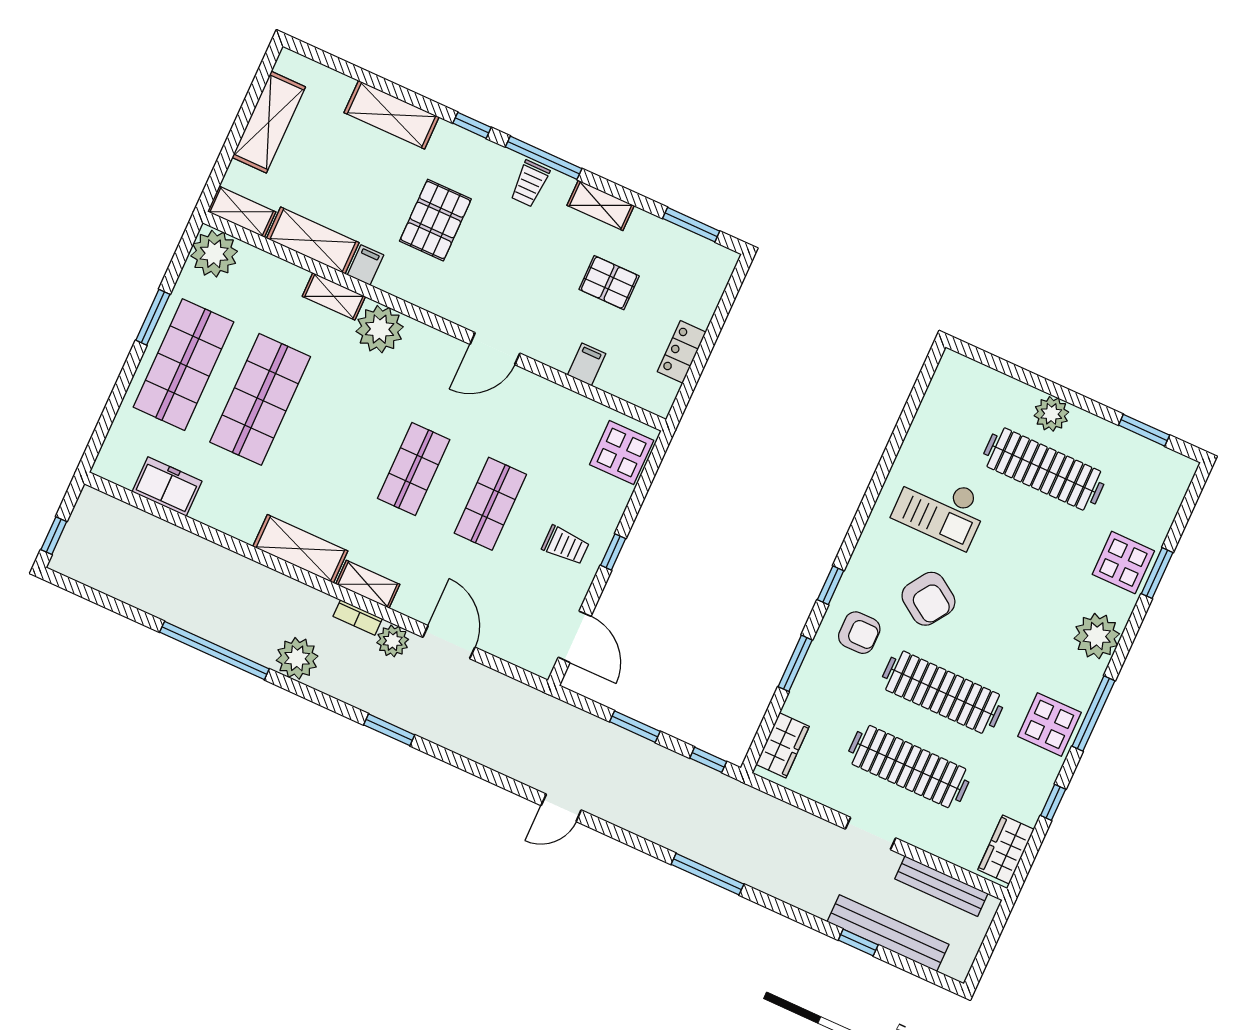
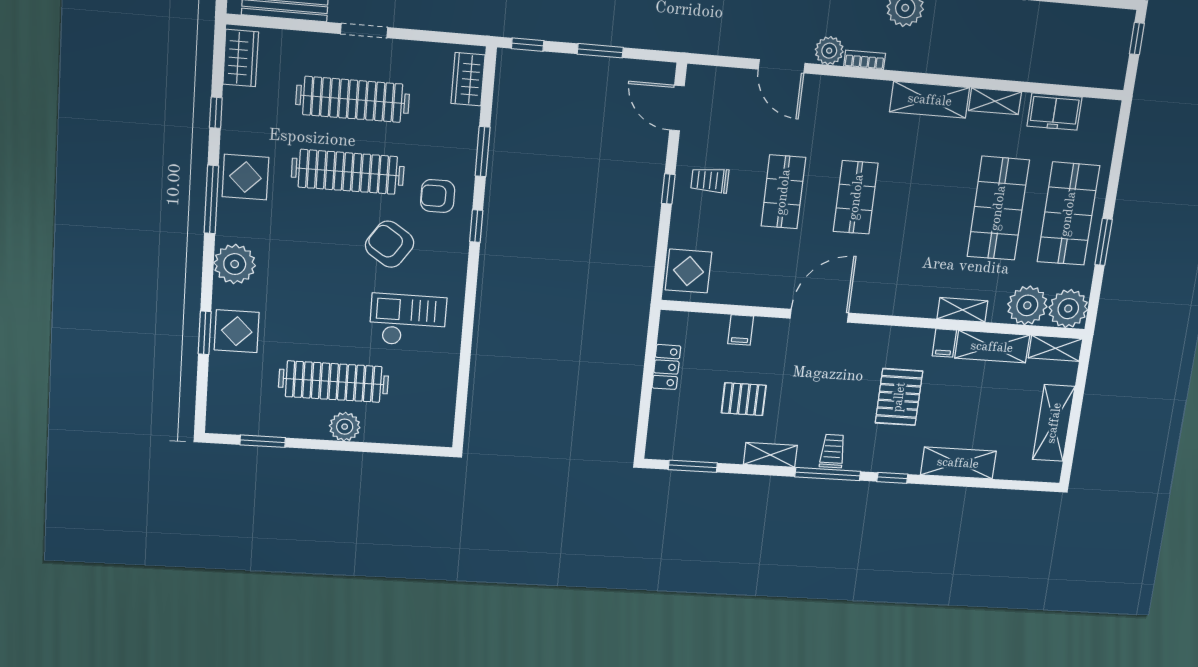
plant: (380, 329) -> (1027, 305), moved
door: (495, 349) -> (819, 316), width x1.36
shelving: (368, 584) -> (995, 101), moved

